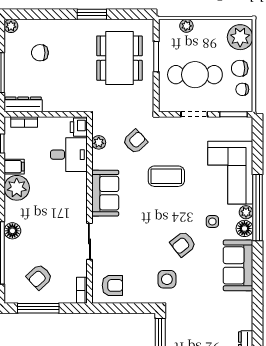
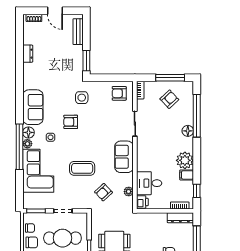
armchair: (183, 244) -> (71, 122), turned -142

